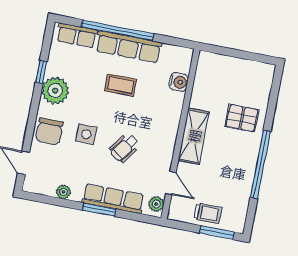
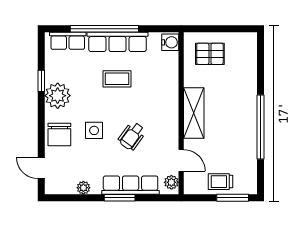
water cooler: (179, 82) -> (170, 42), moved
pallet: (242, 118) -> (210, 54), moved
trolley: (208, 213) -> (221, 182), turned 180

